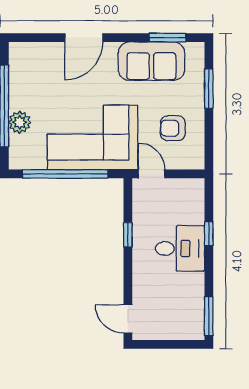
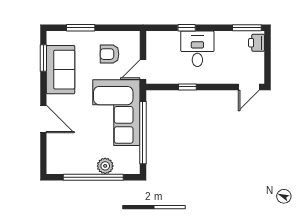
armchair: (173, 128) -> (110, 54), turned 90
printer: (188, 329) -> (257, 43), added

